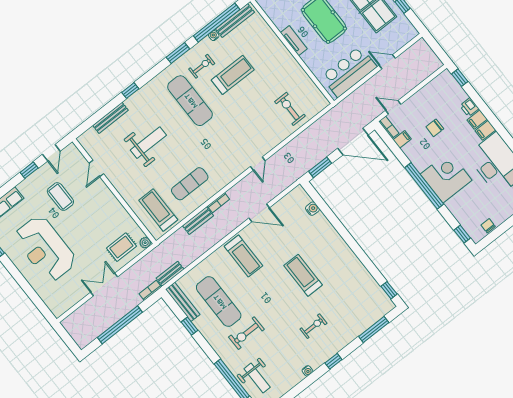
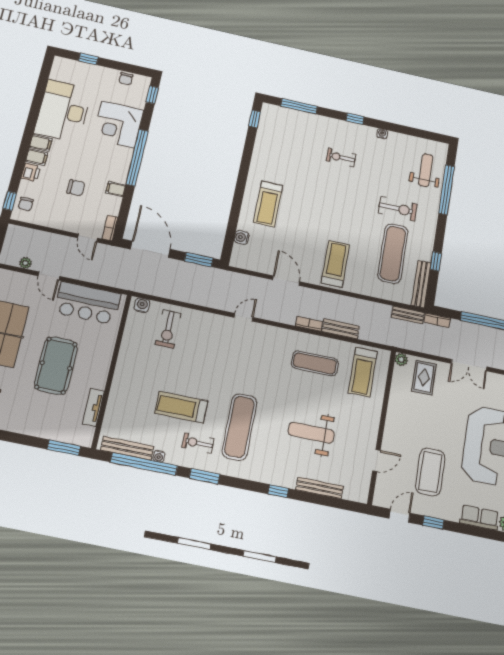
tv unit: (294, 41) -> (93, 407), moved
plant: (408, 54) -> (26, 263), added
chair: (449, 86) -> (26, 204), added
water cooler: (319, 105) -> (142, 305), added
filing cabinet: (402, 139) -> (116, 189), moved
corner desk: (446, 177) -> (118, 124), moved
coffee table: (60, 197) -> (430, 472), width x1.36, depth x1.32
rug: (121, 247) -> (424, 377), turned 90
treadmill: (303, 275) -> (268, 204), moved

